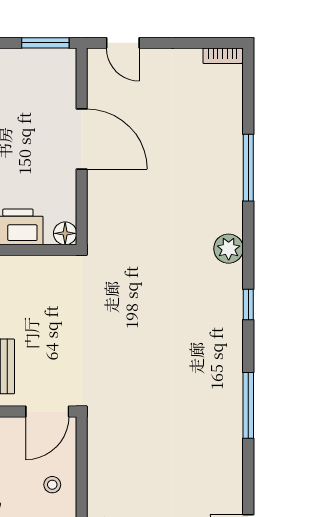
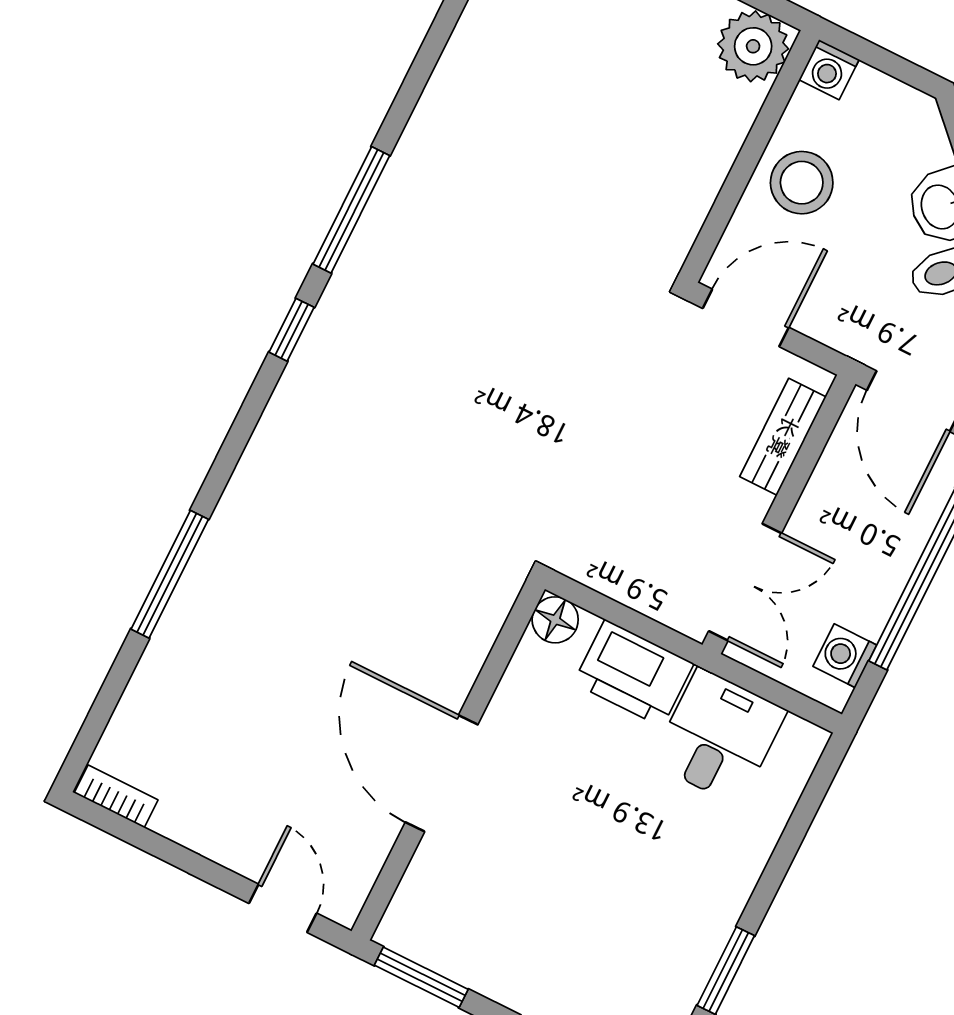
plant: (229, 249) -> (277, 447), removed
window: (248, 405) -> (351, 210), moved
stool: (52, 485) -> (802, 183), width x1.89, depth x1.89

